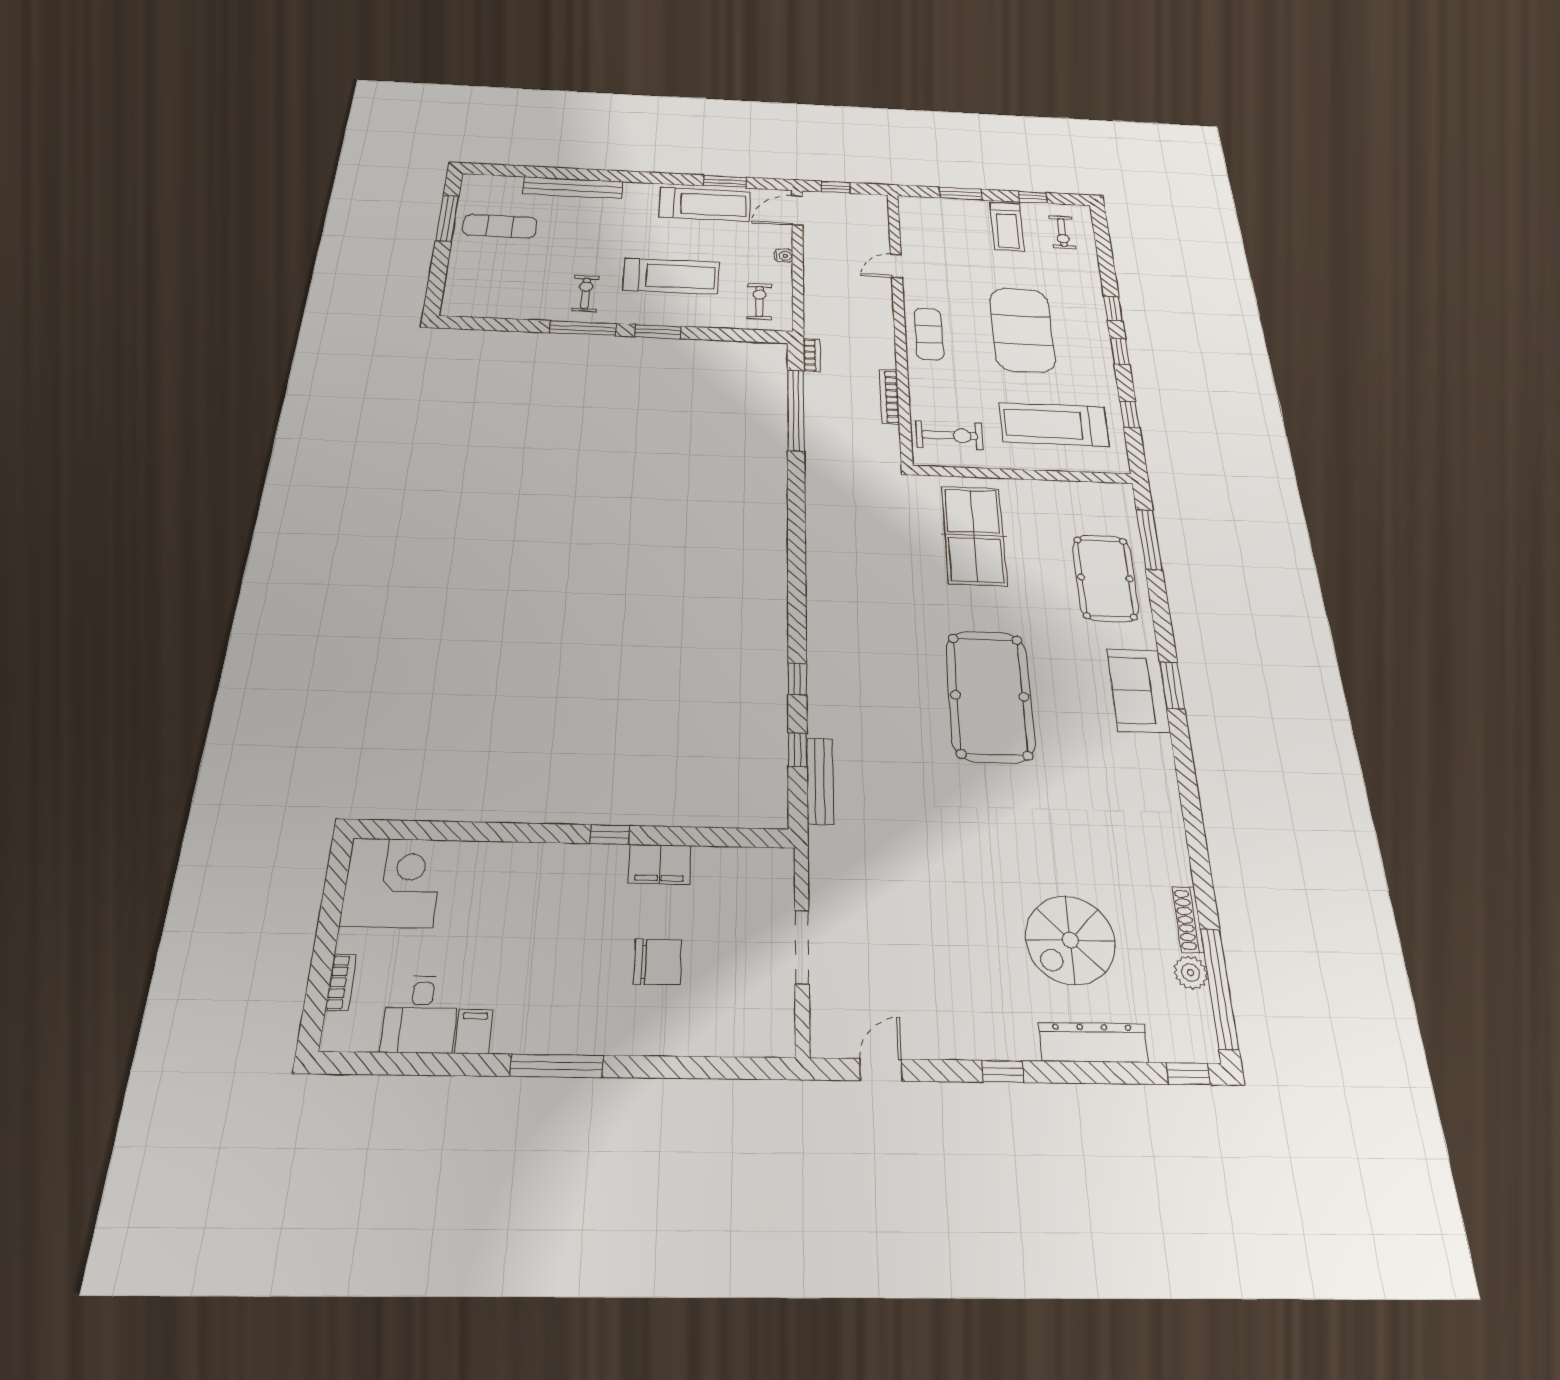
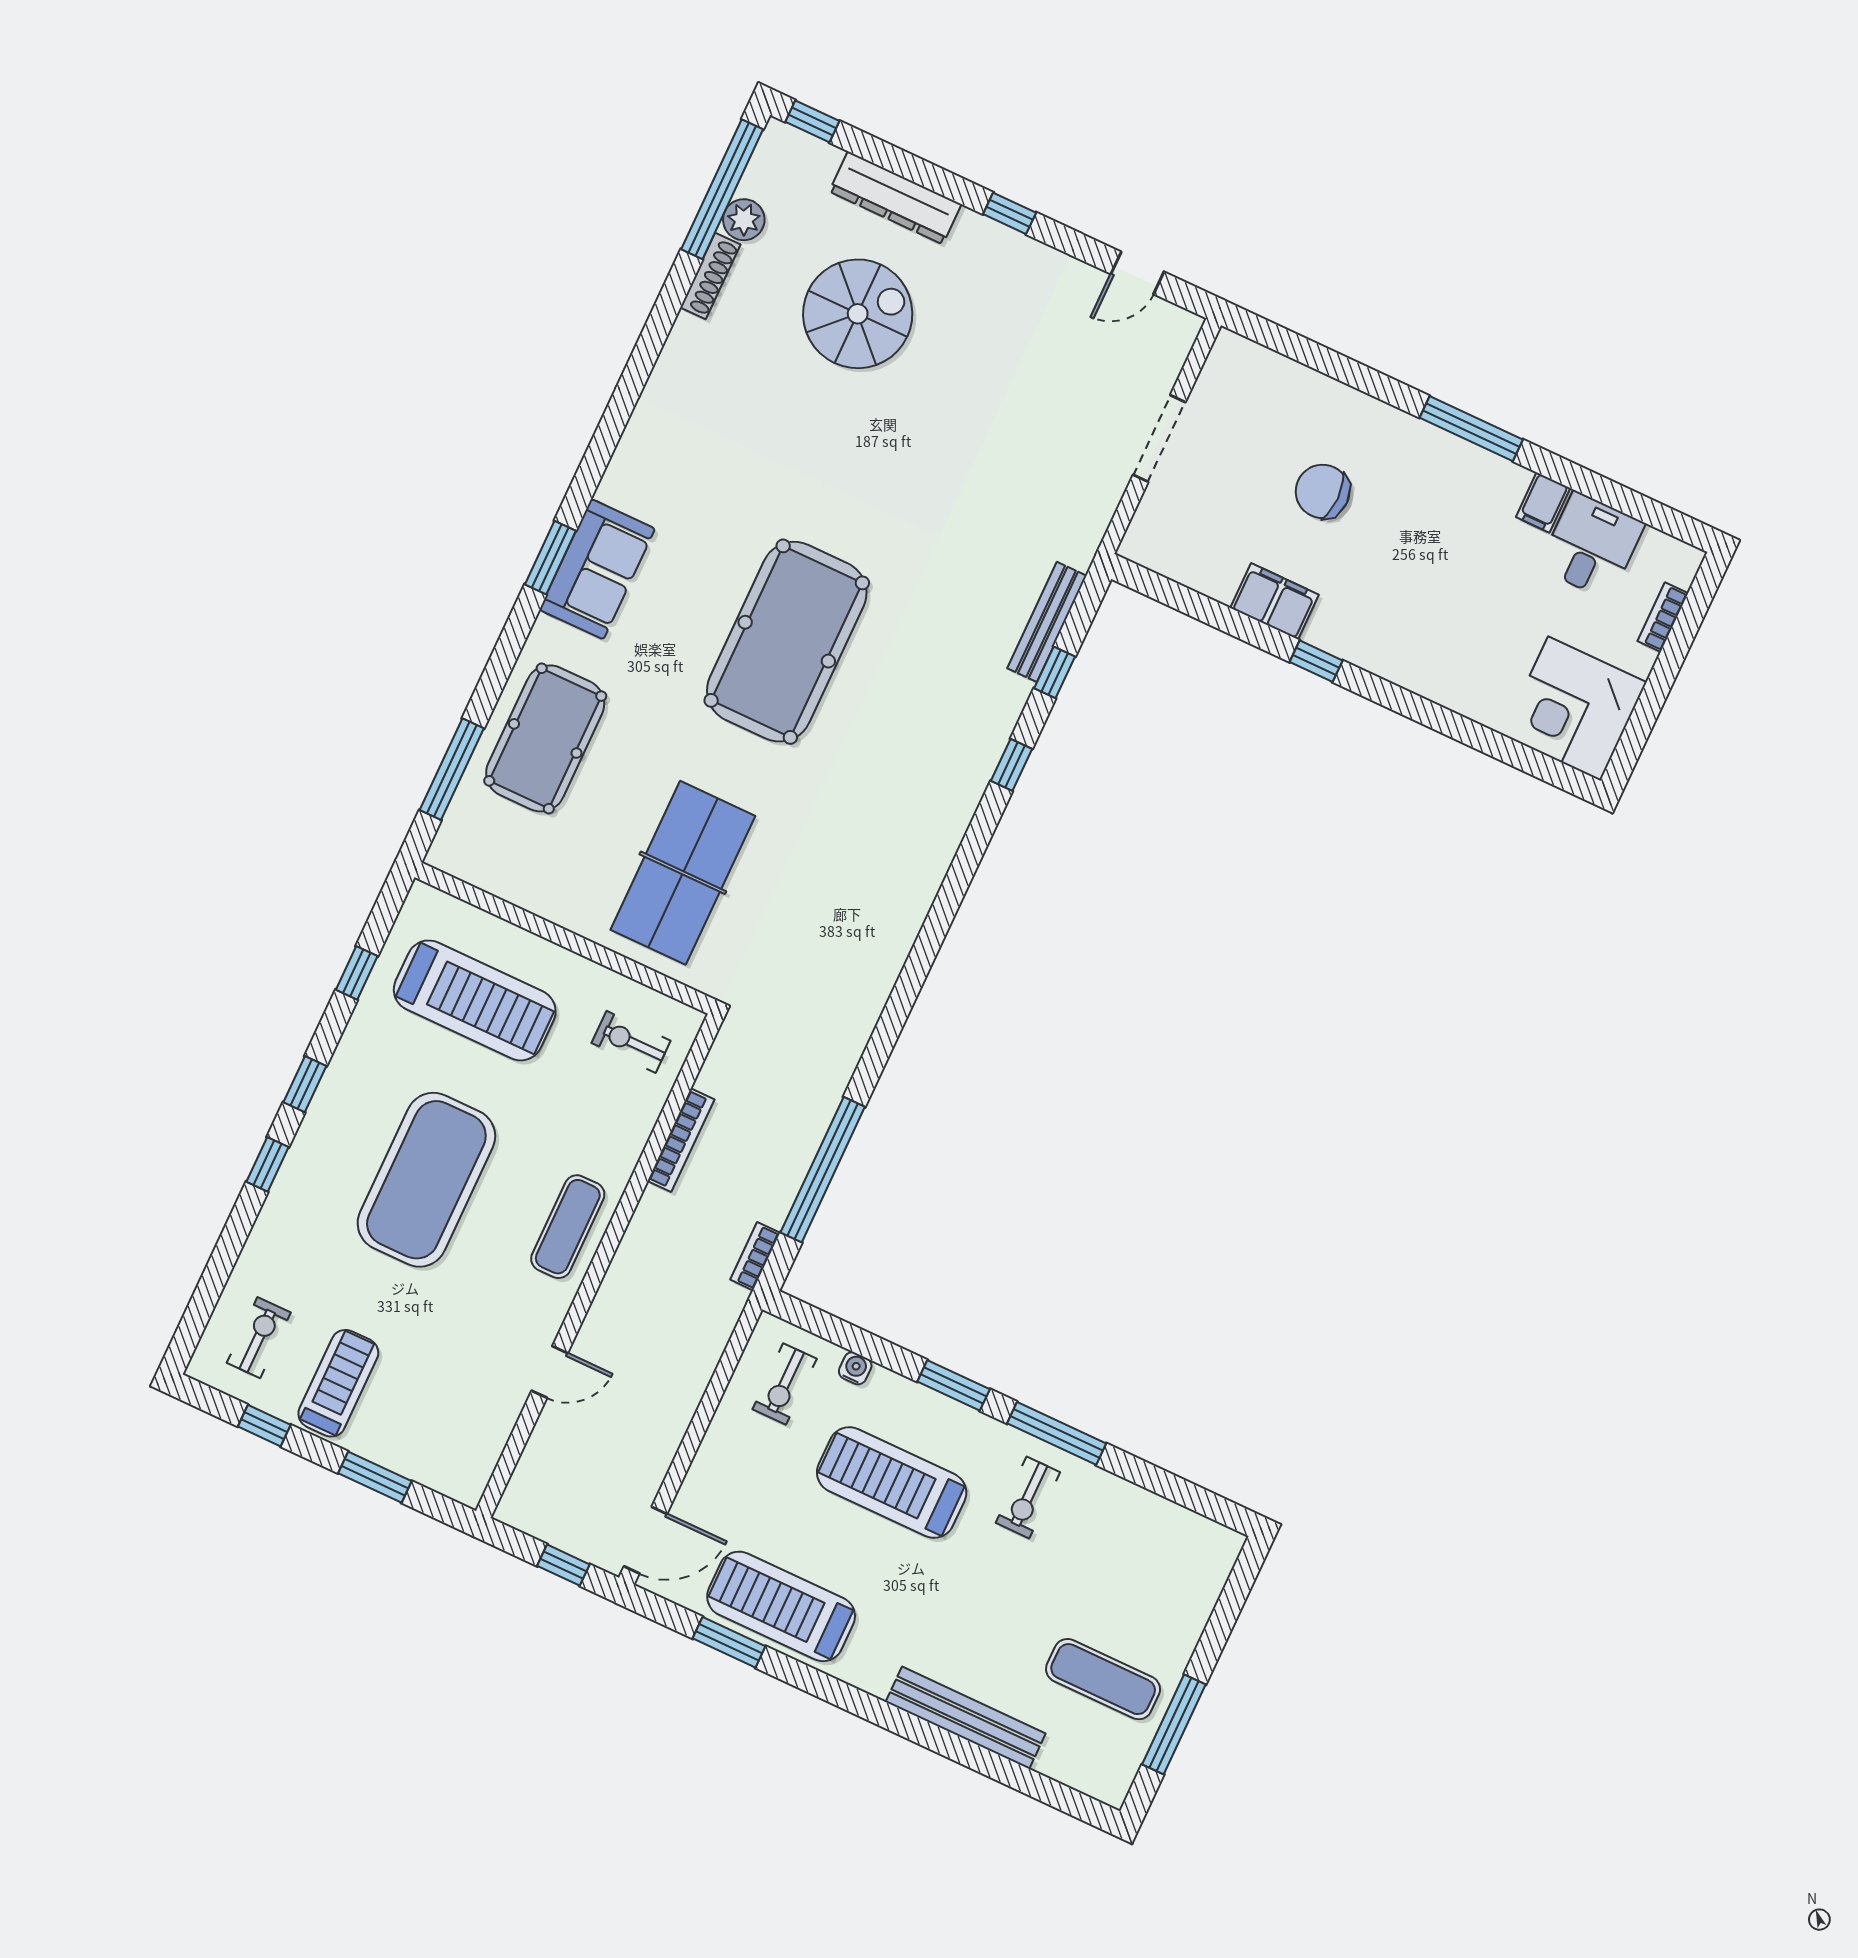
water cooler: (784, 256) -> (855, 1368), moved, turned 90
exercise bike: (950, 435) -> (631, 1042), width x0.73, depth x0.72

